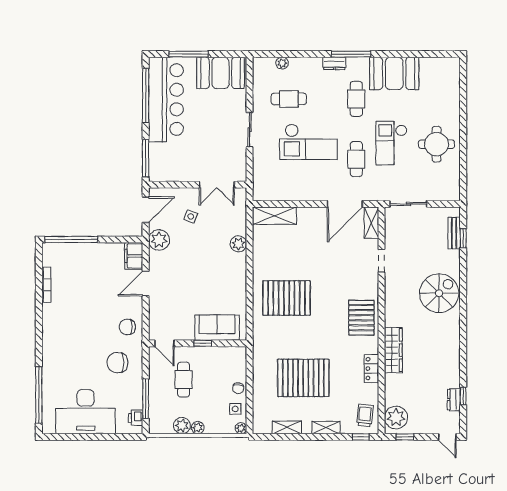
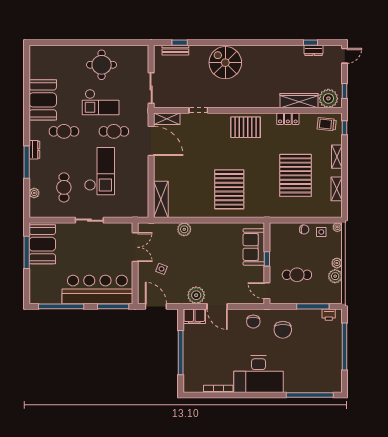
window: (189, 54) -> (27, 252), moved
window: (351, 54) -> (27, 162), moved
bar counter: (166, 100) -> (97, 289), moved
window: (71, 240) -> (181, 353), moved
plant: (159, 240) -> (196, 295), moved
door: (164, 343) -> (267, 291), swing flipped
wardrobe: (393, 350) -> (299, 101), moved
desk: (85, 412) -> (258, 374), moved, turned 90
window: (97, 437) -> (345, 347), added

